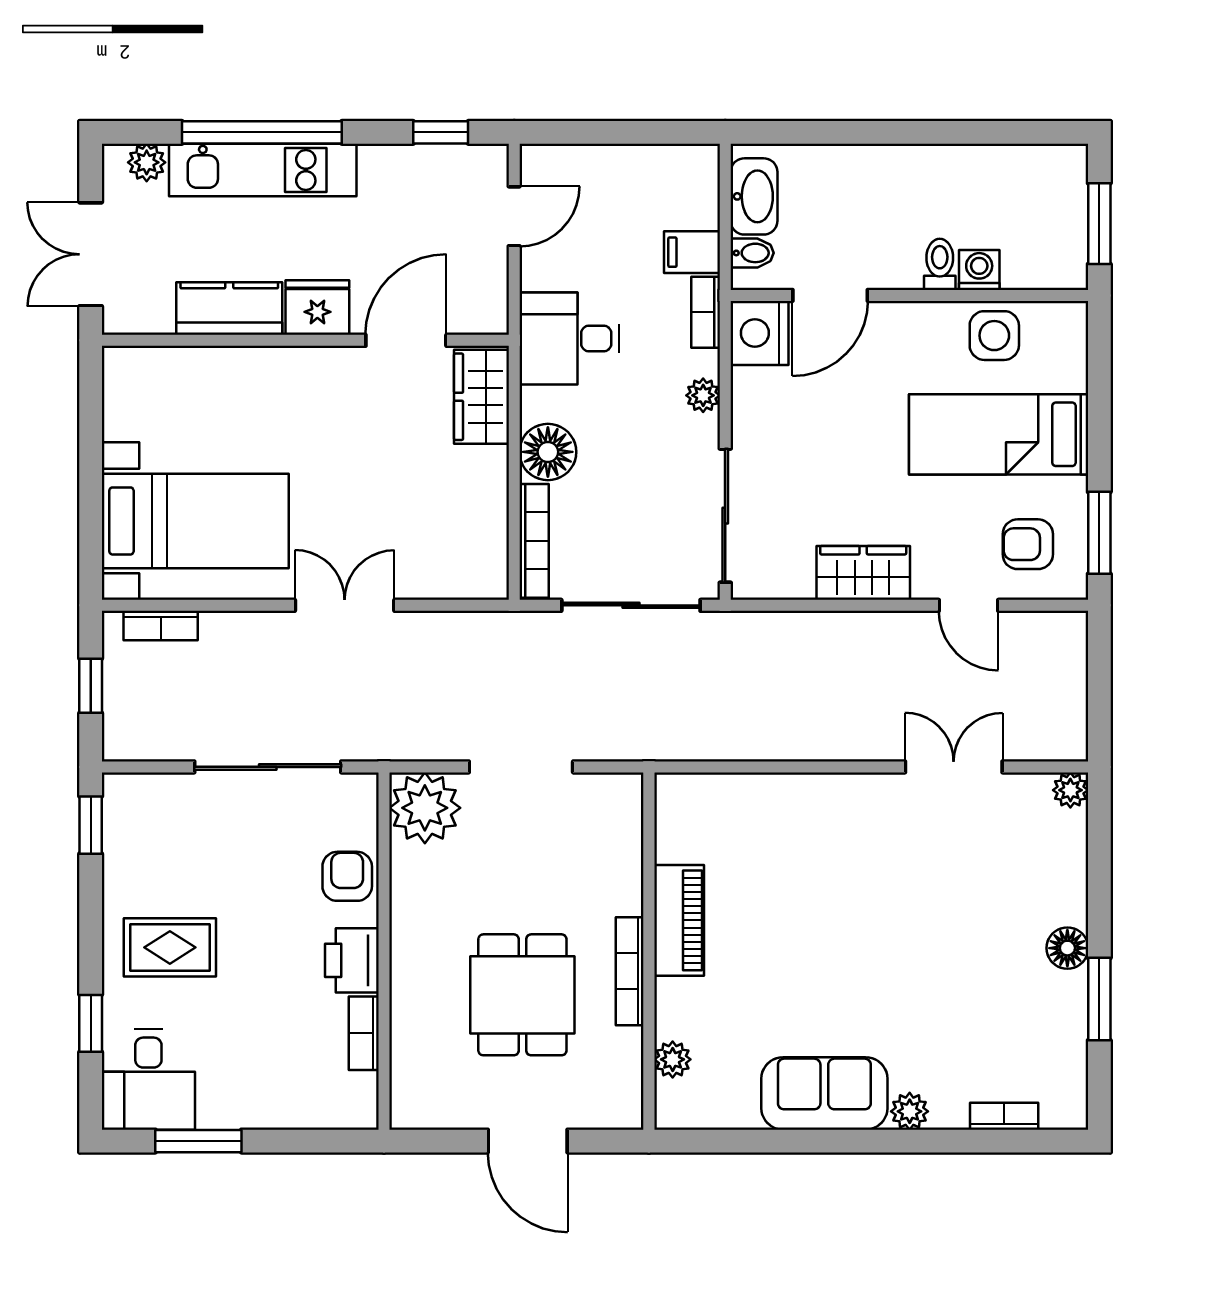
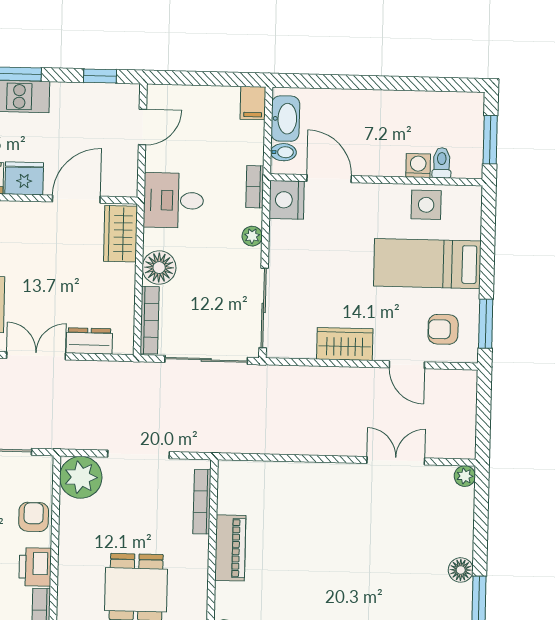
filing cabinet: (692, 252) -> (253, 103), moved, turned -90
toilet: (940, 264) -> (442, 163), moved
door: (830, 295) -> (329, 179), swing flipped
dresser: (433, 578) -> (89, 341), added
bookcase: (630, 971) -> (202, 502), moved

